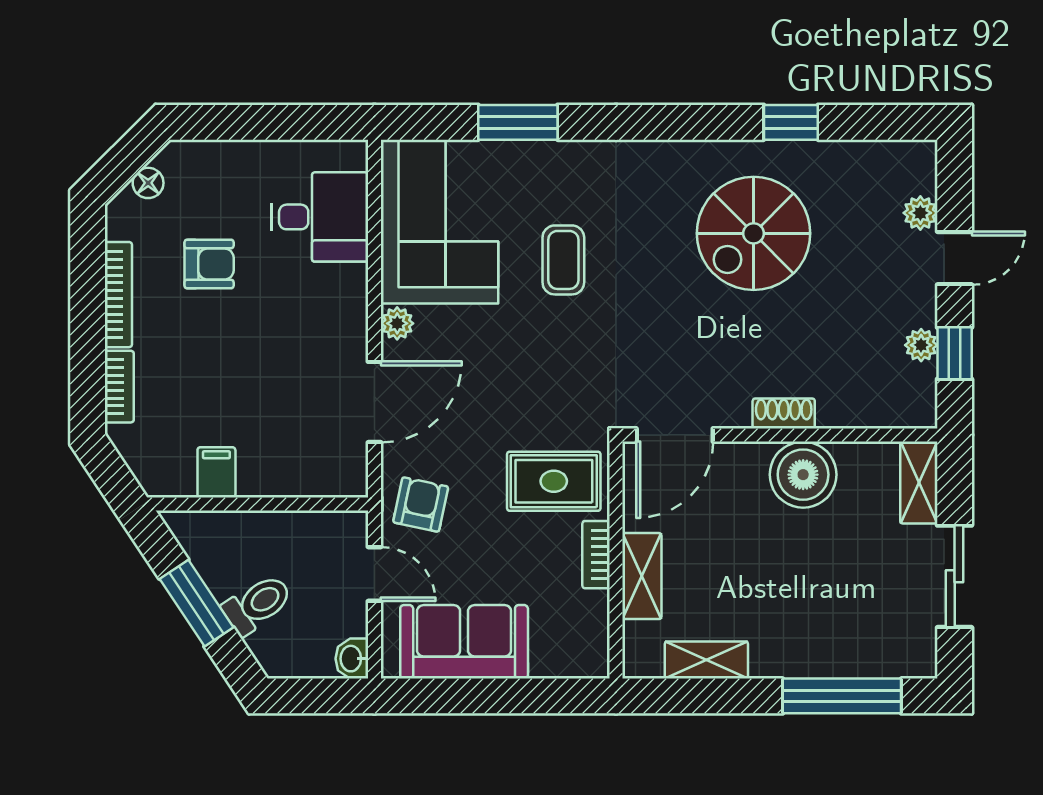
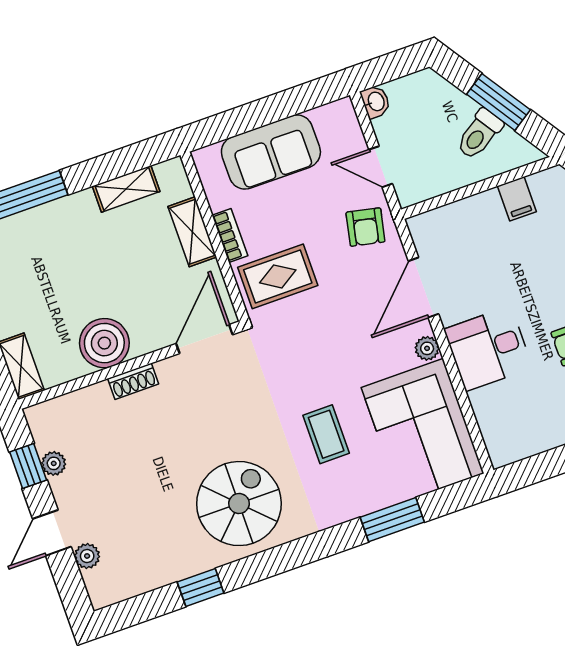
desk: (320, 217) -> (488, 349), moved
spiral stairs: (754, 233) -> (239, 504), moved
toilet: (257, 604) -> (479, 134), moved
sofa: (464, 642) -> (271, 152), moved

